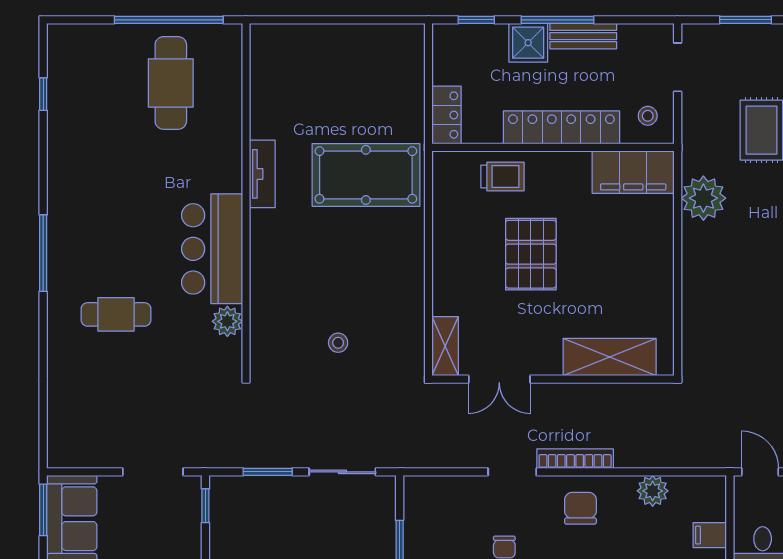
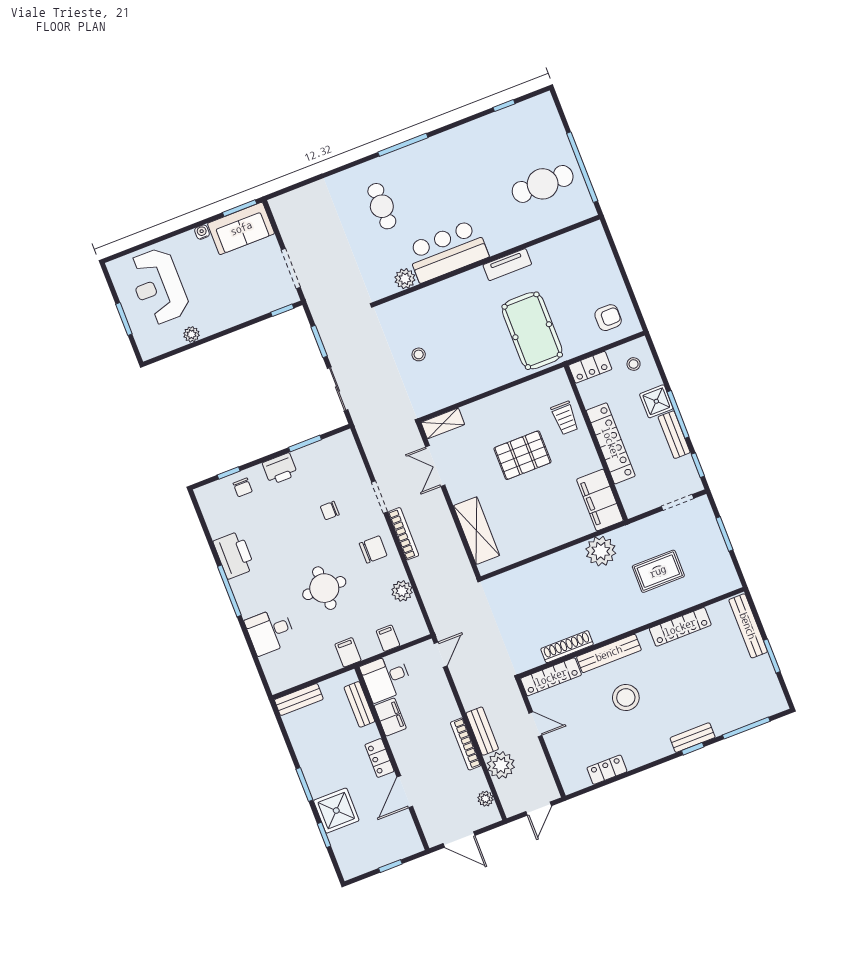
window: (476, 20) -> (698, 465), moved
armchair: (388, 64) -> (608, 318), added
stool: (648, 116) -> (634, 364), moved

